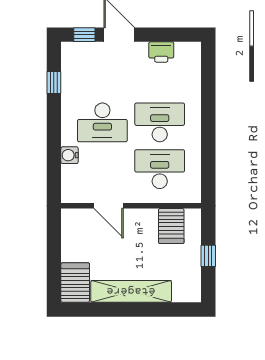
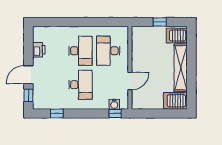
desk: (160, 122) -> (80, 51), turned 180
water cooler: (70, 155) -> (114, 104), moved
window: (54, 181) -> (115, 113), added
server rack: (171, 226) -> (177, 36), moved, turned 180

